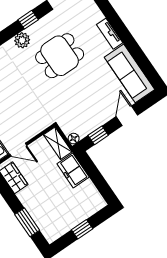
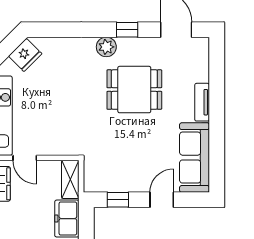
floor lamp: (74, 139) -> (90, 186), removed

